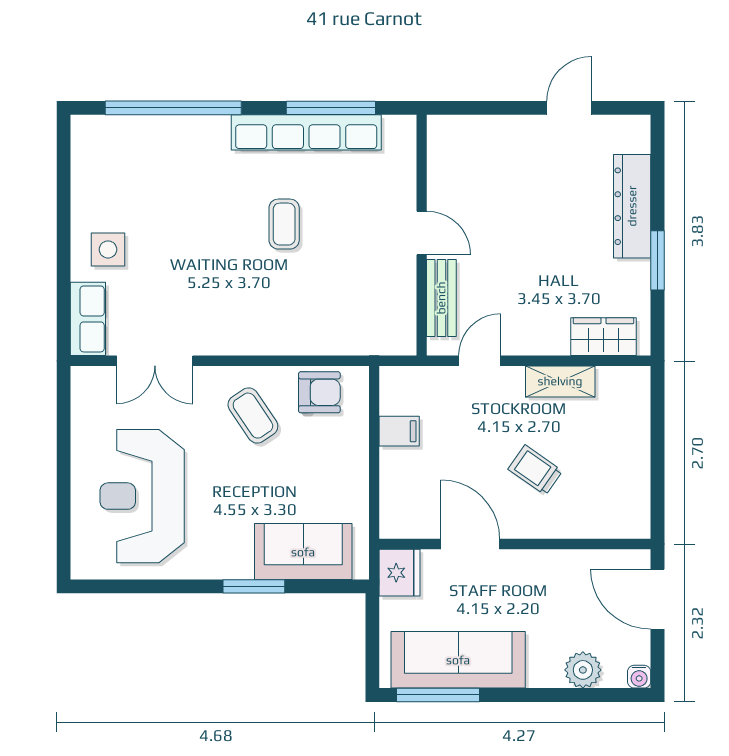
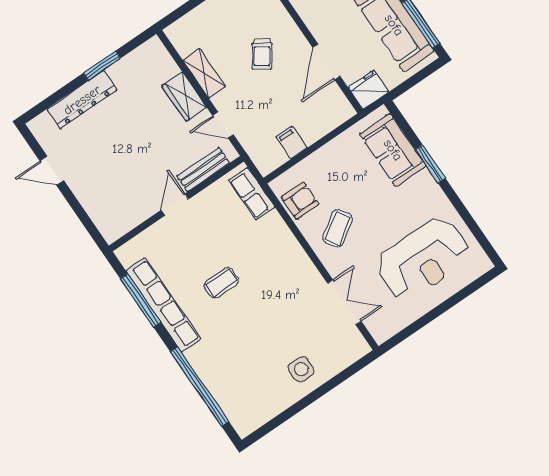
row of seats: (88, 319) -> (252, 194), moved, turned -90
wardrobe: (603, 337) -> (184, 97), moved
armchair: (319, 392) -> (300, 201), turned 90

